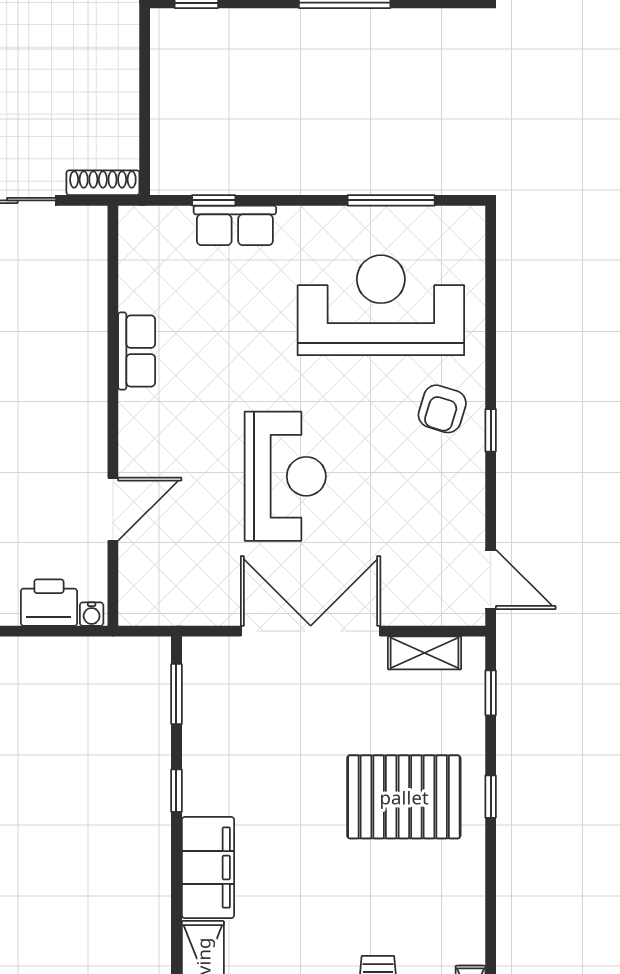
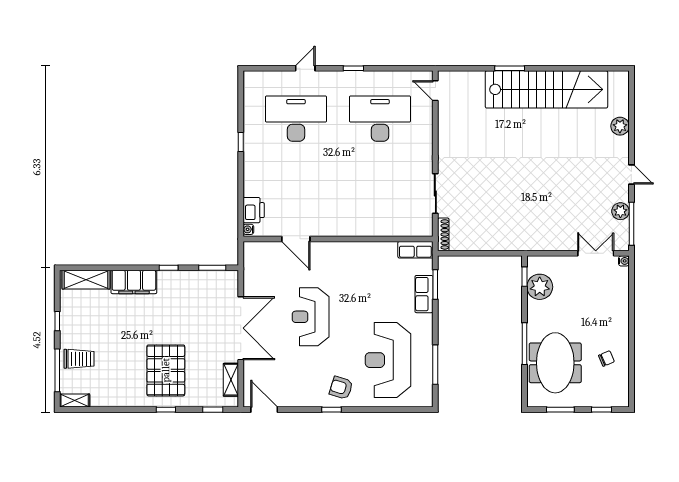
window: (214, 200) -> (435, 284), width x1.50
reception desk: (381, 305) -> (388, 360), turned 180
row of seats: (137, 351) -> (415, 250), moved
reception desk: (285, 476) -> (311, 317), turned 90
door: (491, 579) -> (264, 410), swing flipped

